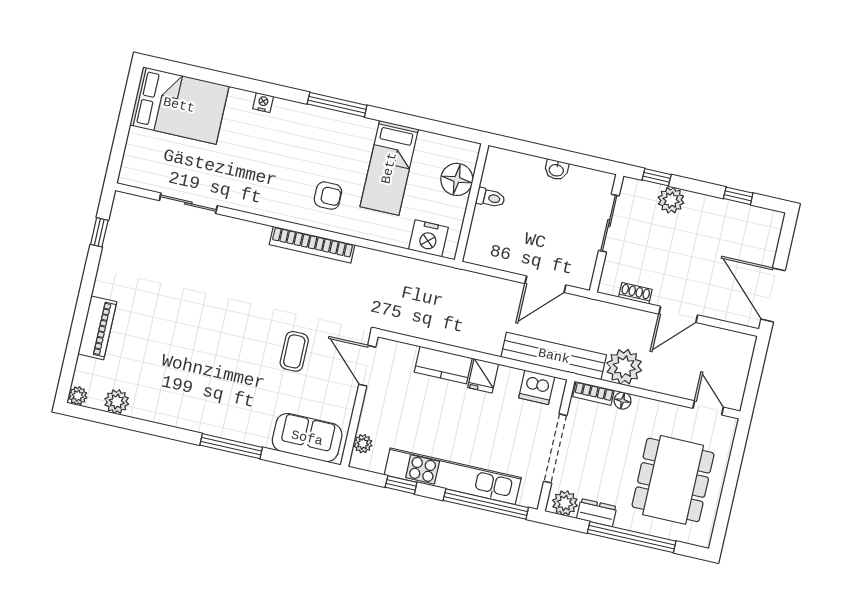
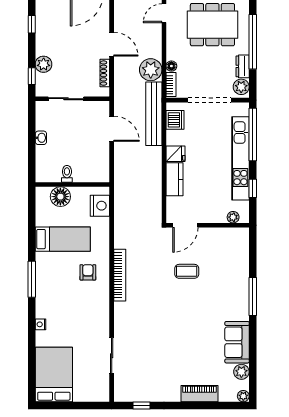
shoe rack: (635, 293) -> (105, 73), width x1.43
sofa: (307, 438) -> (237, 342), moved

